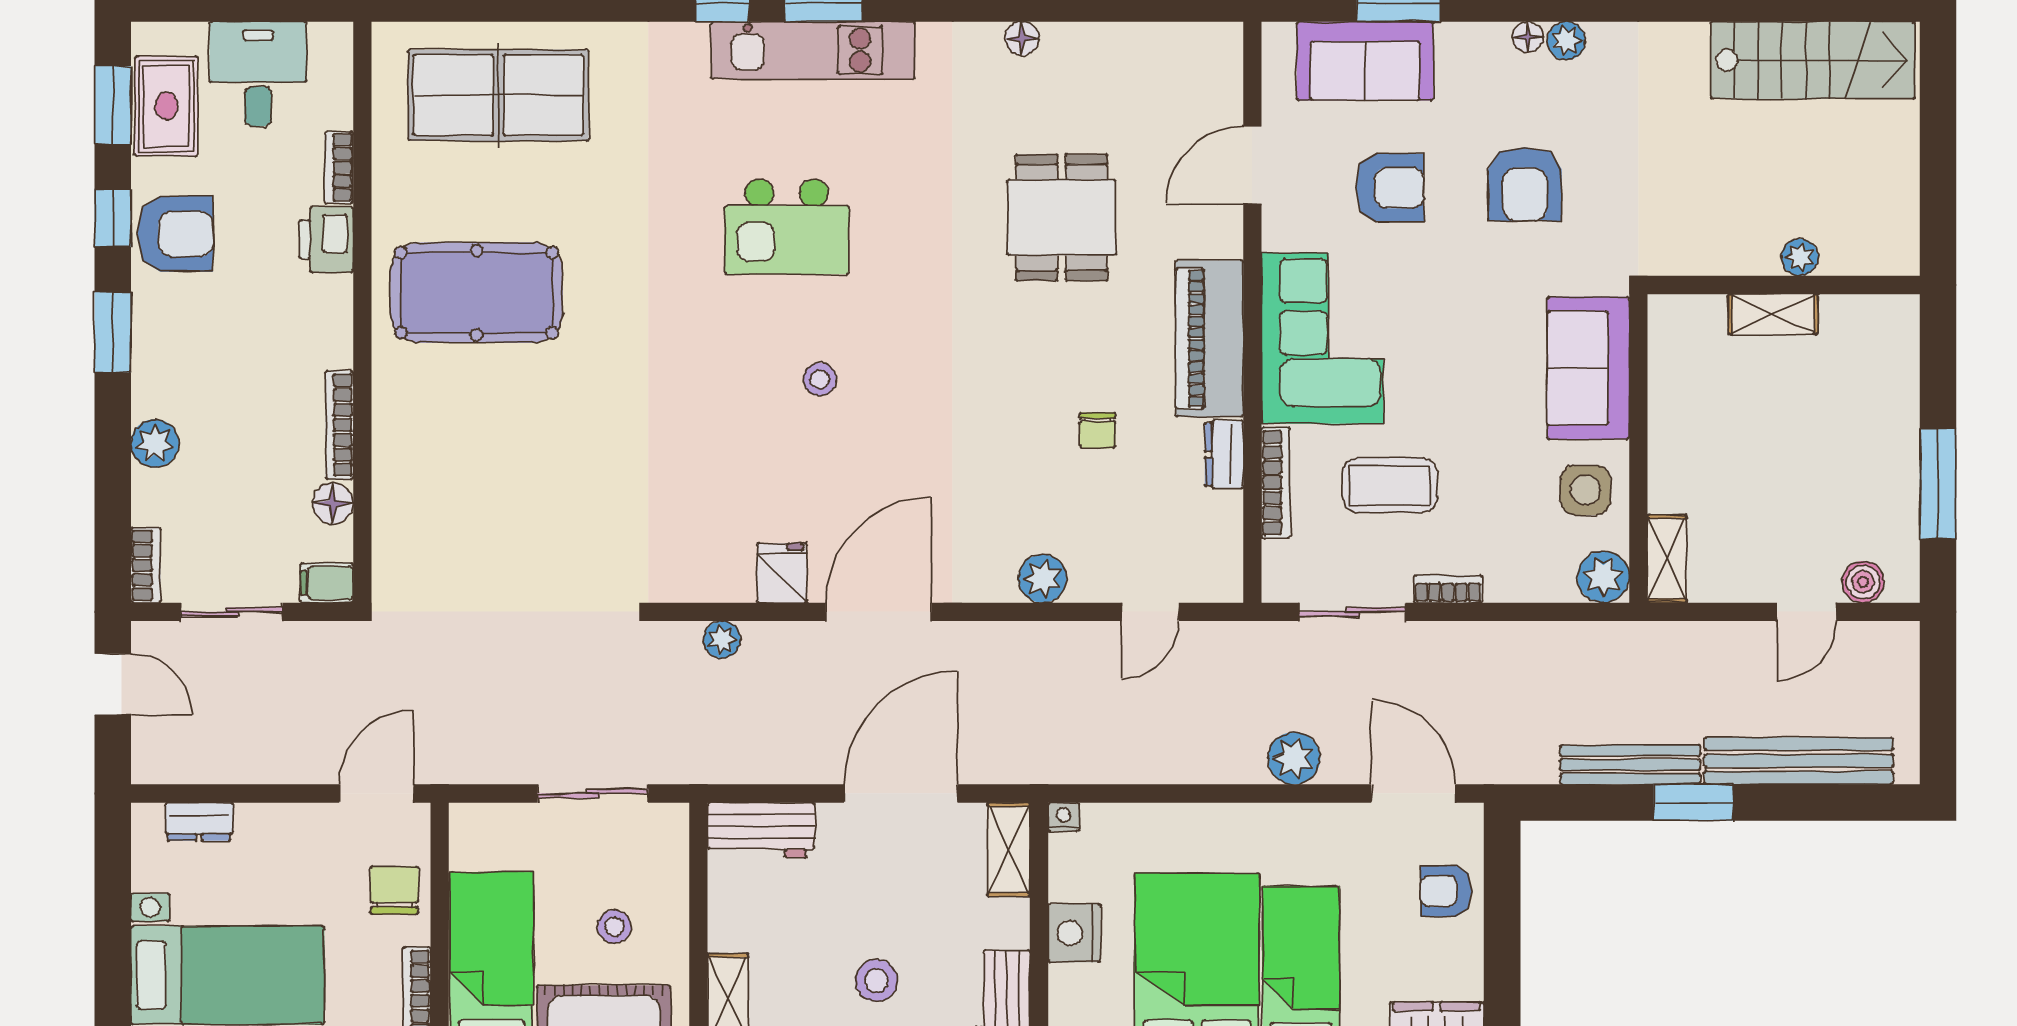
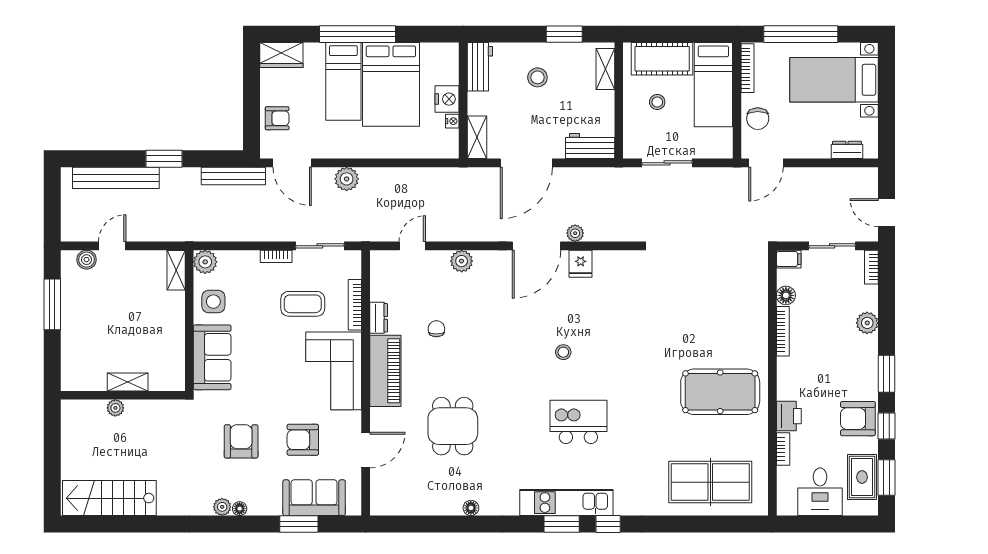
plant: (722, 640) -> (575, 233), moved
bench: (1630, 765) -> (233, 176), moved
nightstand: (1063, 817) -> (452, 121), moved, turned -90

